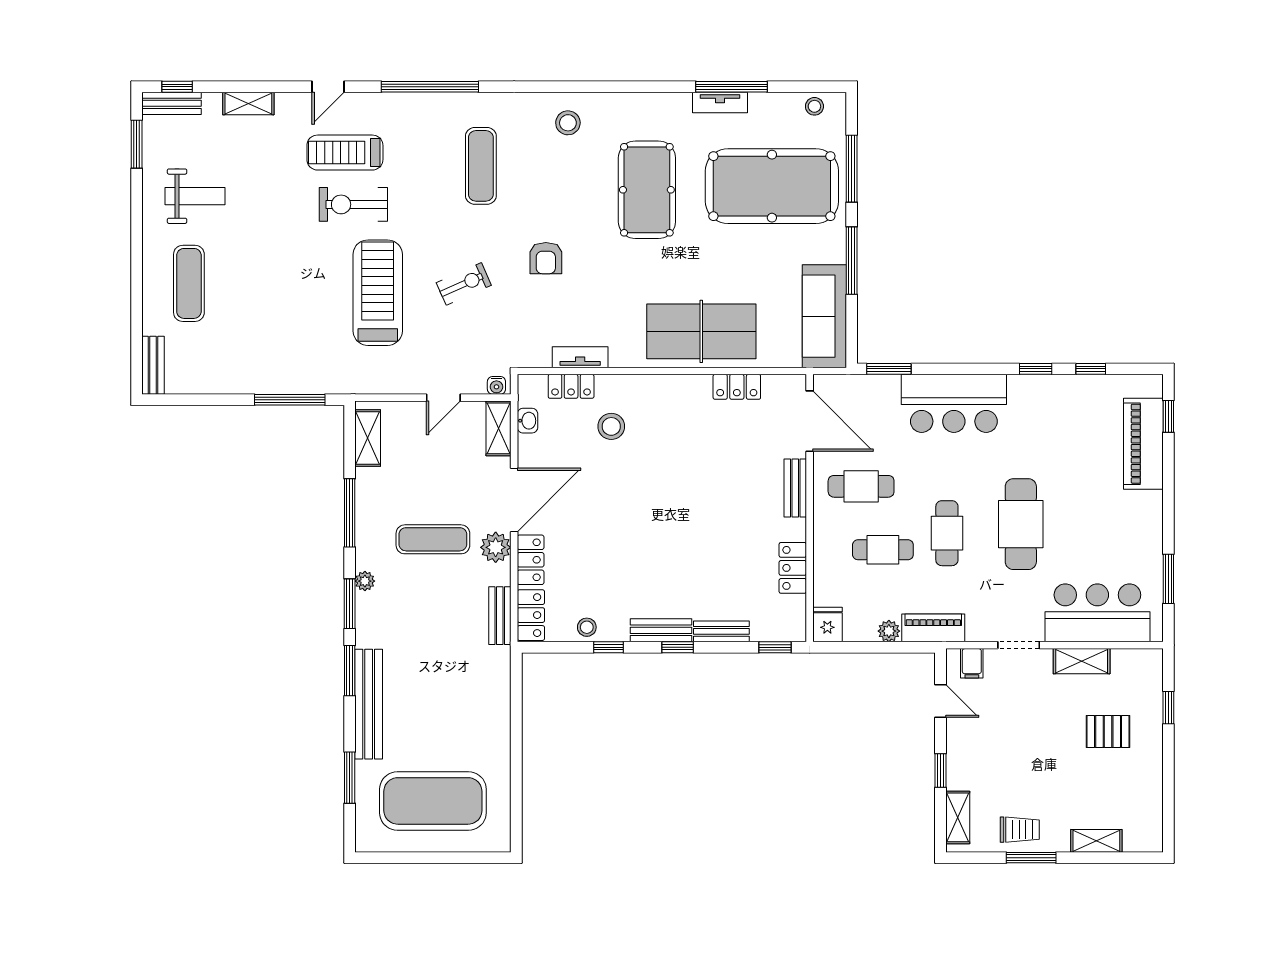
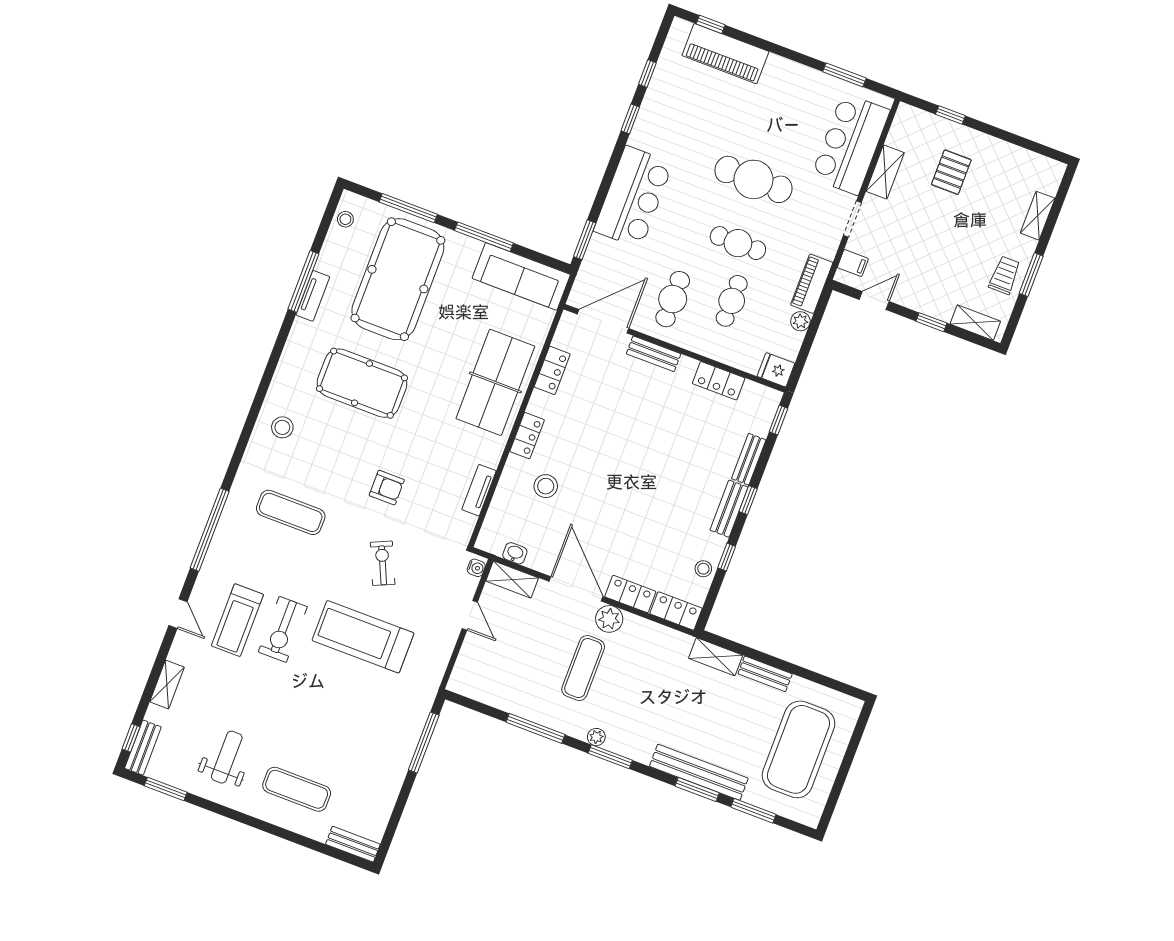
locker: (571, 386) -> (527, 436), moved
shelving: (368, 438) -> (716, 657), moved
bench: (500, 616) -> (765, 674), moved
window: (350, 671) -> (697, 789), moved

